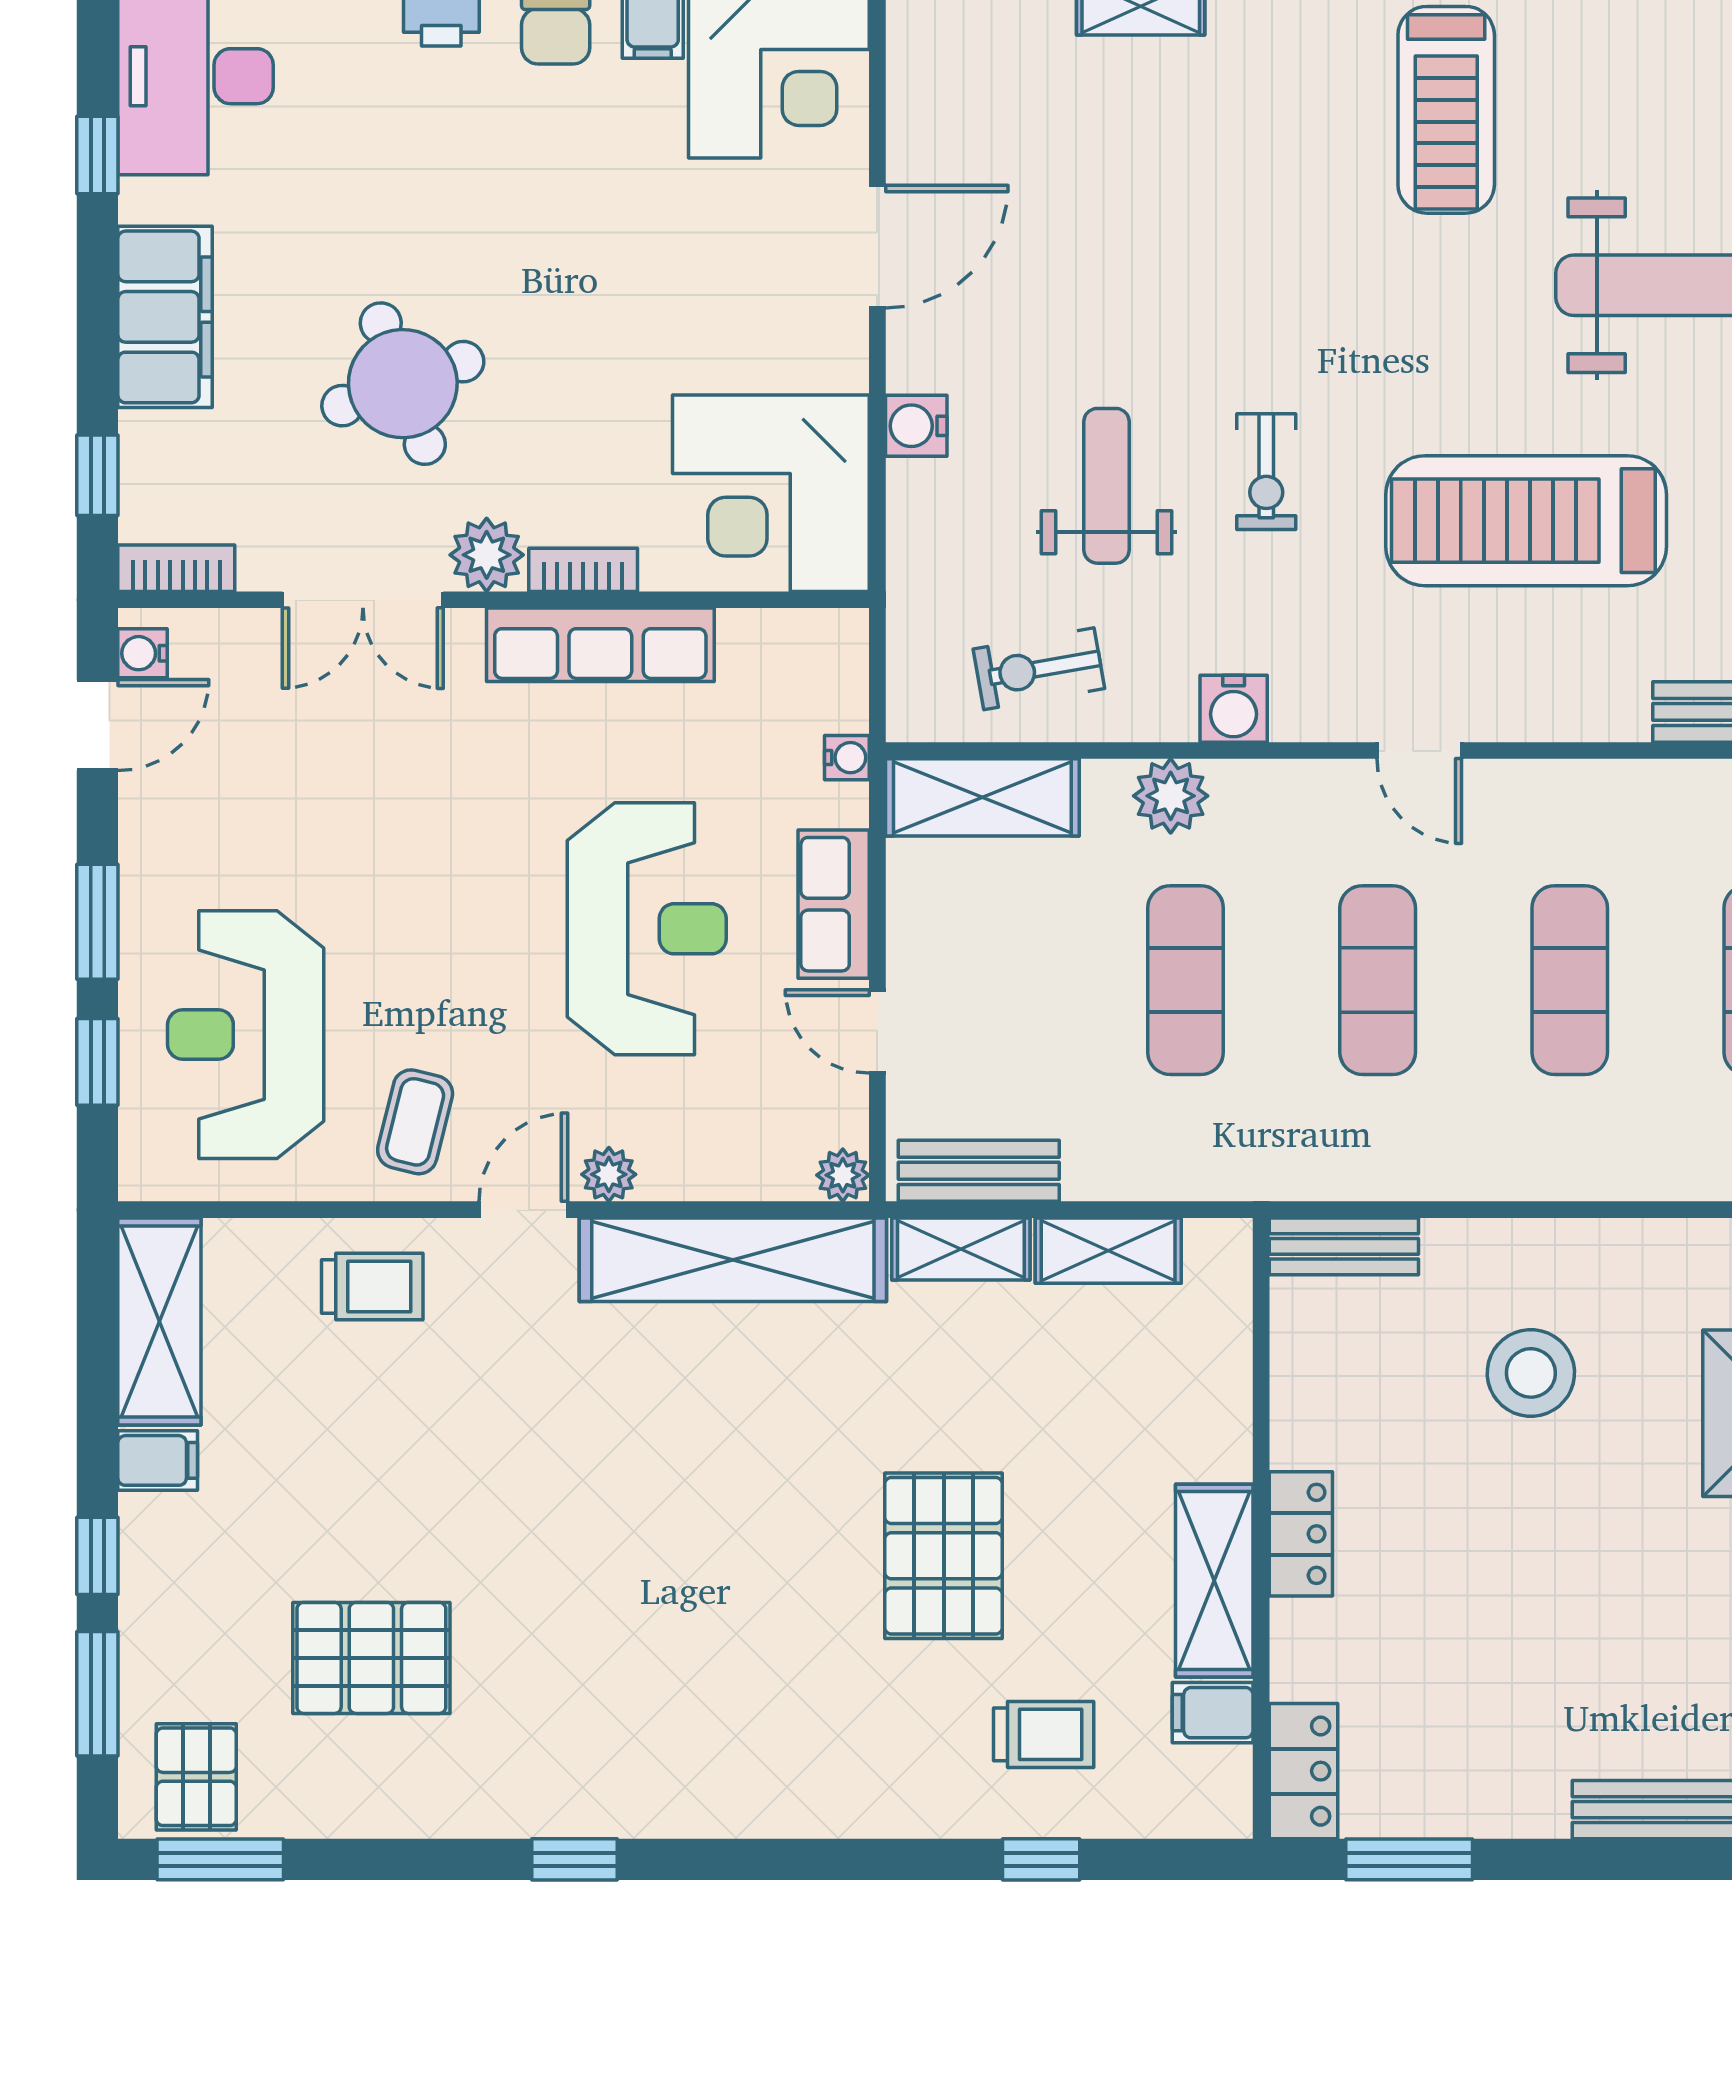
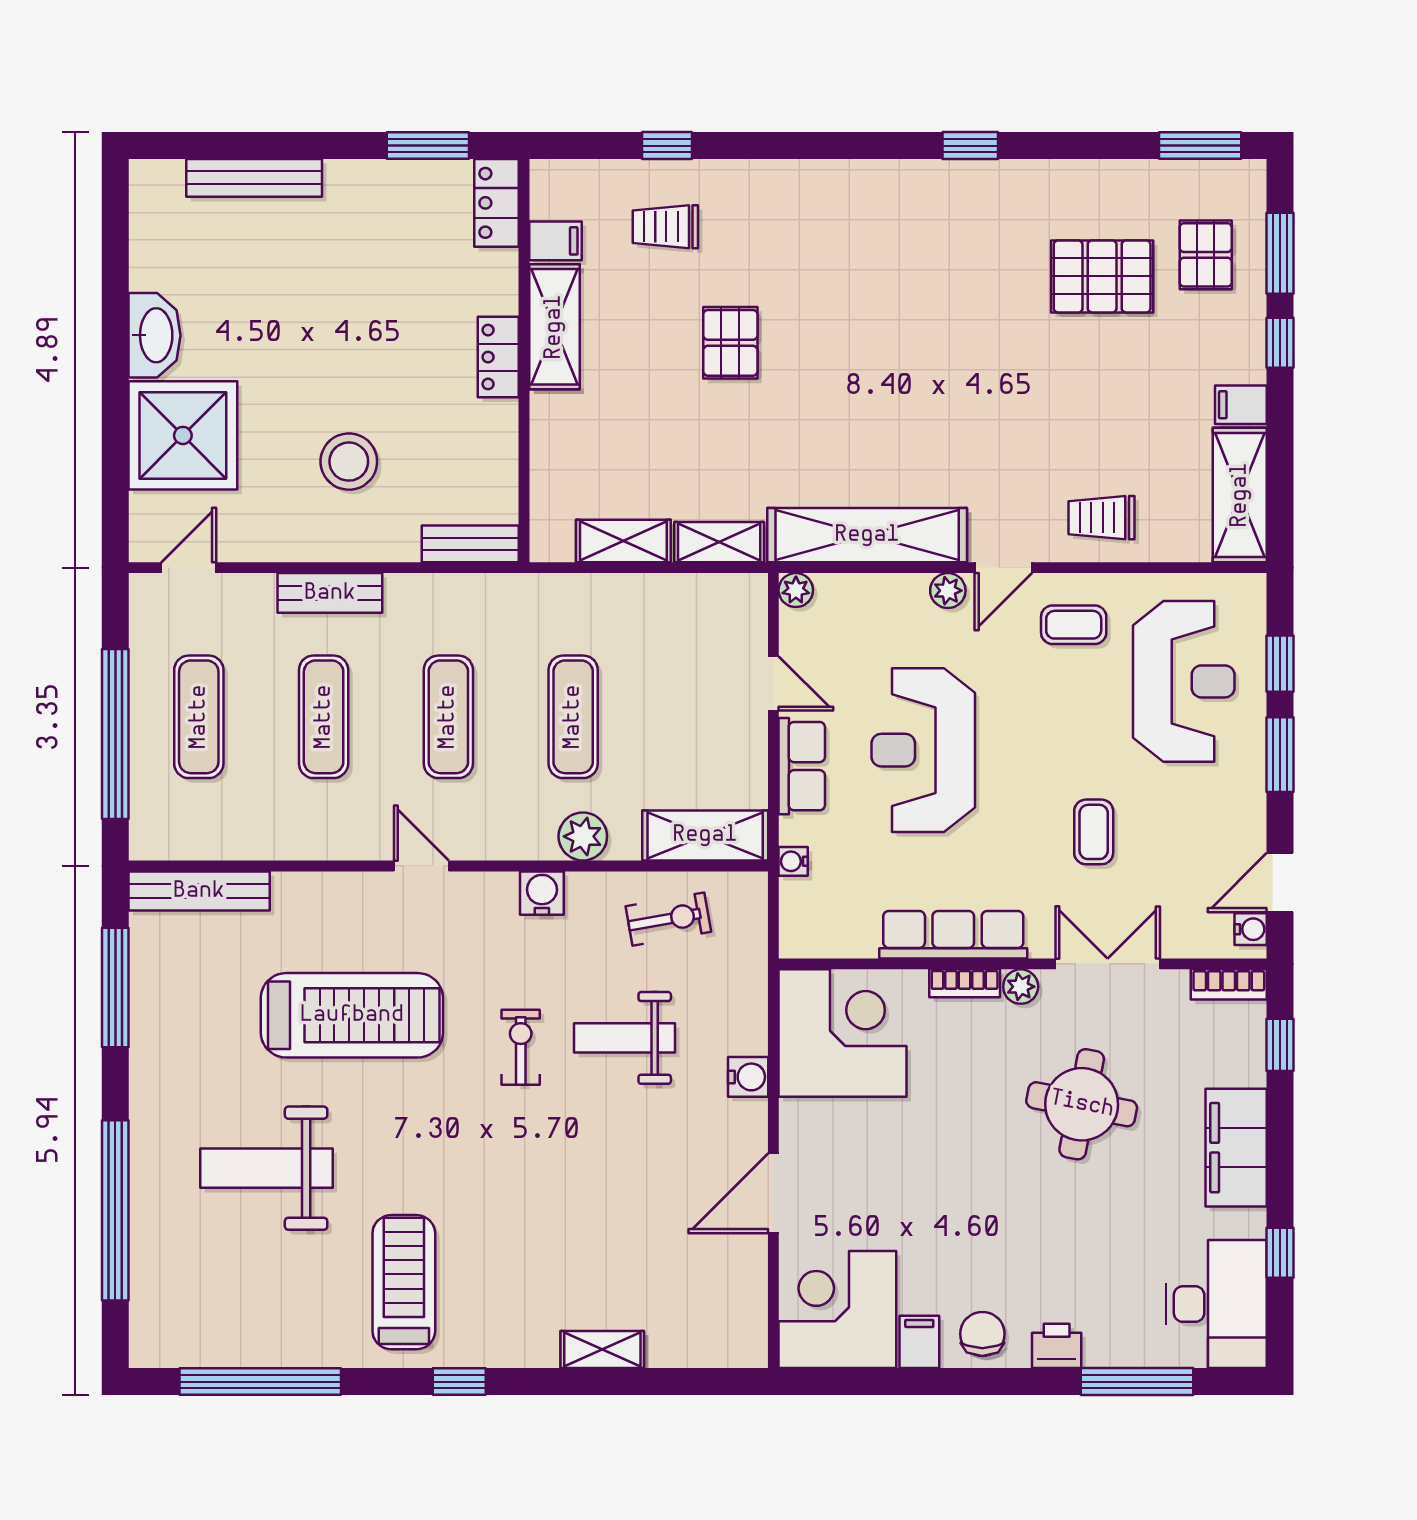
round table: (403, 384) -> (1082, 1104), turned 31
weight bench: (1107, 486) -> (624, 1038), turned 90
plant: (487, 555) -> (1021, 987), width x0.73, depth x0.73
coffee table: (384, 803) -> (1094, 832), added
coffee table: (415, 1122) -> (1074, 625), turned 76
bench: (979, 1171) -> (330, 593), moved
pallet: (944, 1556) -> (730, 343), width x0.67, depth x0.71
pallet: (196, 1777) -> (1206, 255), moved

